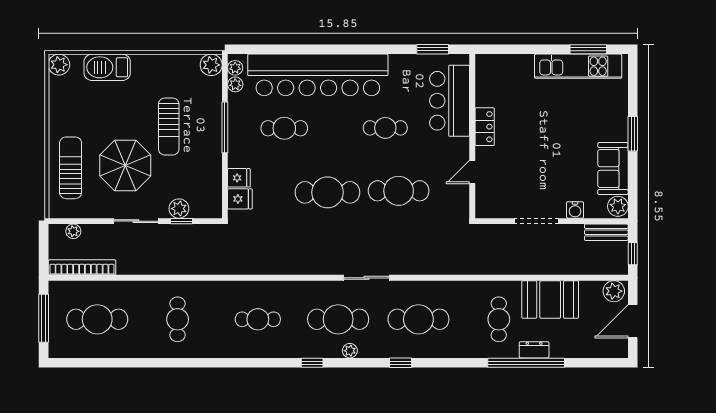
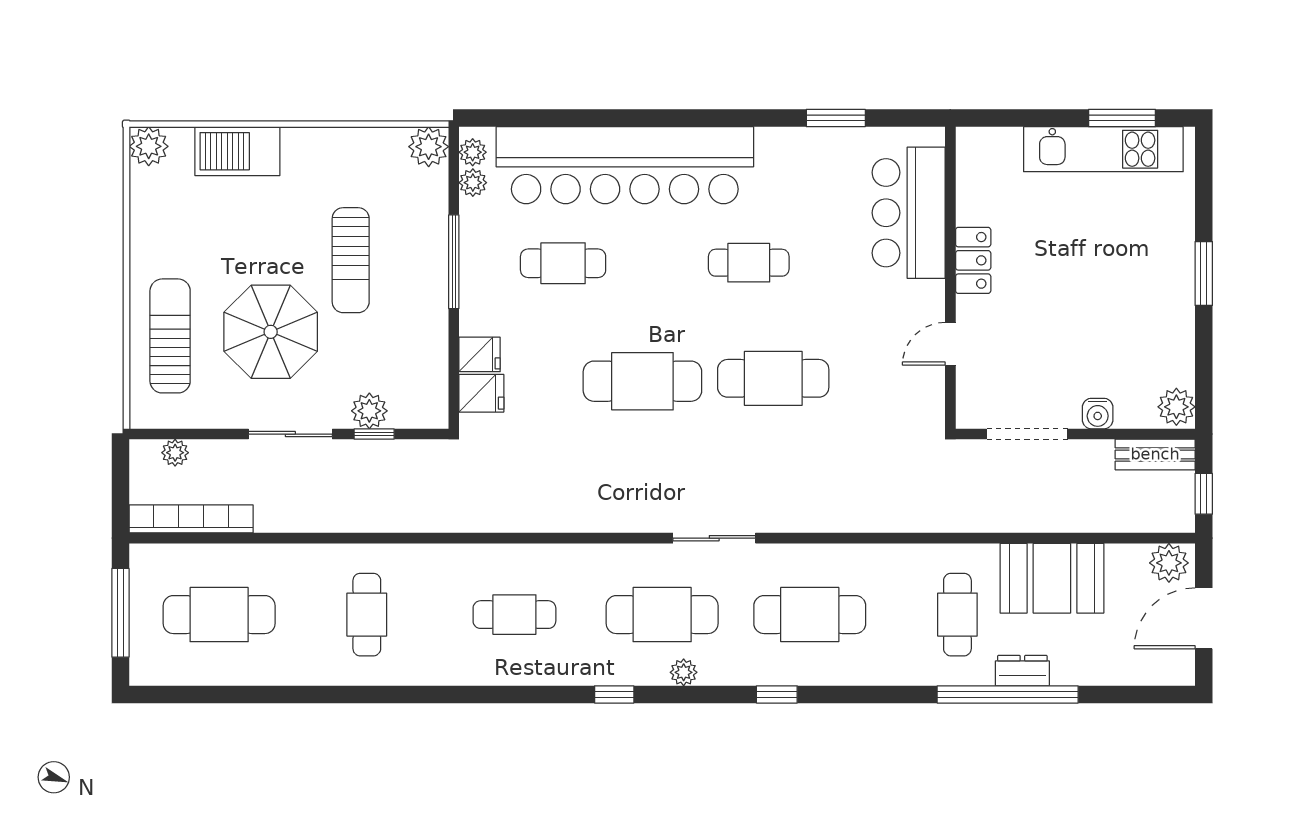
bar counter: (450, 101) -> (909, 213), moved
locker: (485, 127) -> (973, 260), moved
wall: (472, 136) -> (950, 278), moved
sofa: (613, 168) -> (1167, 337), removed
door: (472, 172) -> (950, 344), moved

